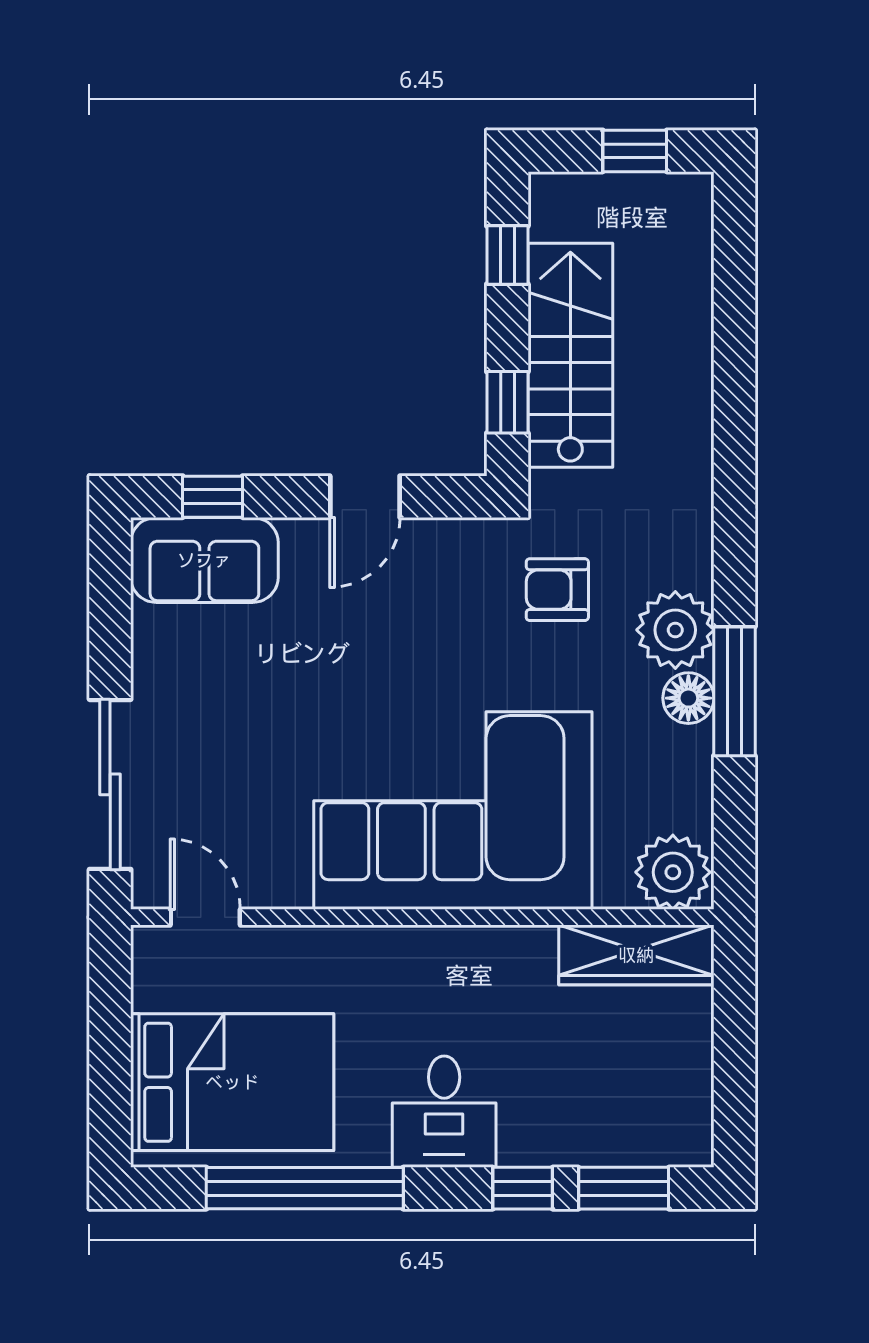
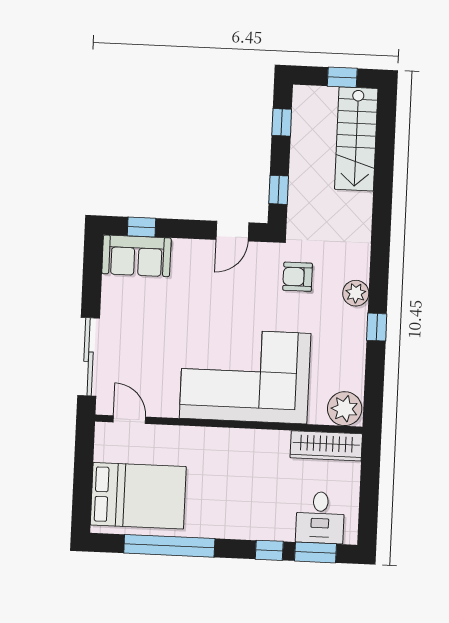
stairs: (570, 355) -> (356, 139), moved, turned 180
door: (365, 497) -> (232, 231), moved
plant: (675, 630) -> (356, 293), width x0.73, depth x0.73
window: (734, 691) -> (377, 327), width x0.46
floor lamp: (688, 698) -> (355, 329), removed
desk: (444, 1112) -> (320, 518), moved

